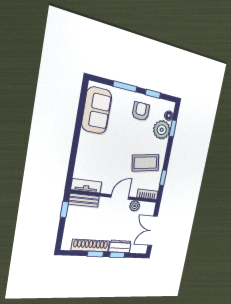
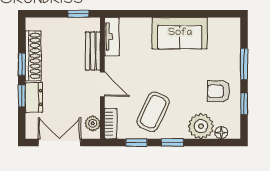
sofa: (97, 110) -> (180, 33), moved
armchair: (141, 111) -> (218, 91), turned 180
window: (173, 128) -> (172, 142), moved
coffee table: (145, 163) -> (153, 112), turned 35
bench: (84, 200) -> (93, 51), moved
plant: (135, 206) -> (93, 123), moved

